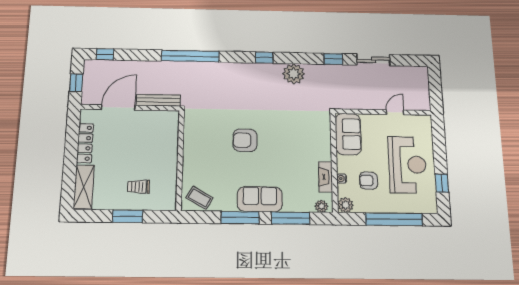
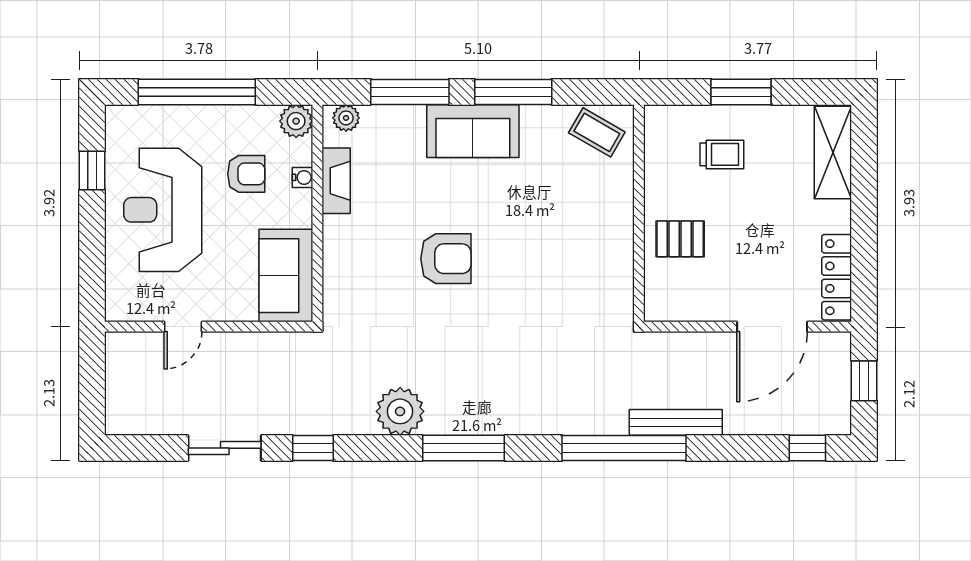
window: (264, 58) -> (464, 448), width x2.17
bench: (158, 100) -> (676, 422), moved
armchair: (245, 140) -> (446, 259), moved
locker: (85, 143) -> (837, 277), moved
pallet: (161, 148) -> (680, 239), added

